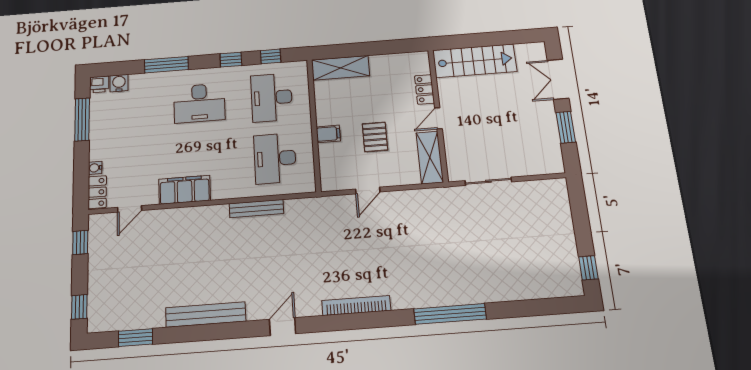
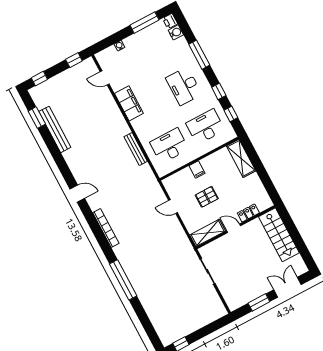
locker: (97, 192) -> (106, 54), removed
bench: (206, 315) -> (55, 129), moved

